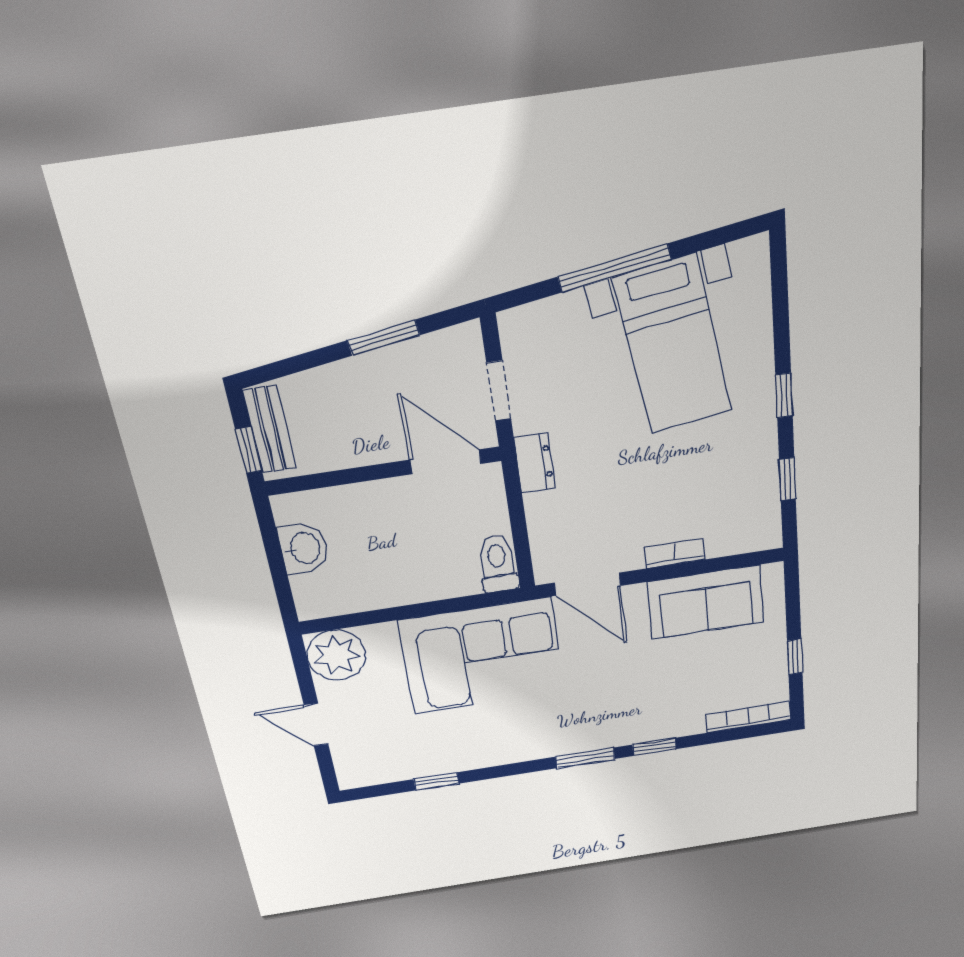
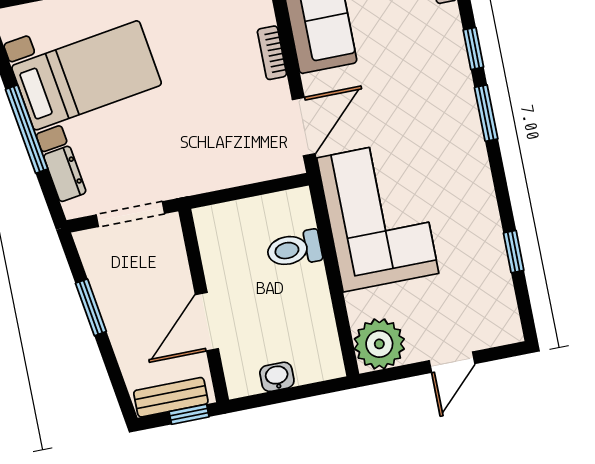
doorway: (499, 391) -> (130, 214), width x1.38
door: (446, 462) -> (207, 322), moved
dresser: (534, 463) -> (65, 174), moved, turned 81
washbasin: (304, 548) -> (277, 377), width x0.72, depth x0.69
toilet: (498, 564) -> (294, 249), moved

